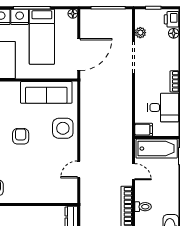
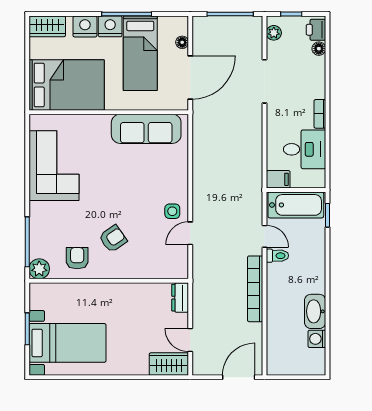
floor lamp: (73, 14) -> (182, 42), moved
plant: (140, 33) -> (274, 33), moved
side table: (63, 128) -> (172, 211), moved, width x0.54, depth x0.54
armchair: (21, 136) -> (113, 239), moved, turned 55
toilet: (143, 207) -> (277, 256), moved

